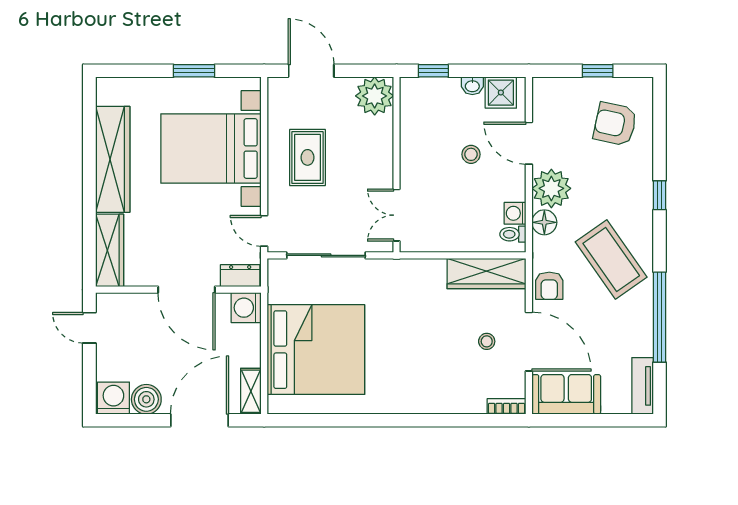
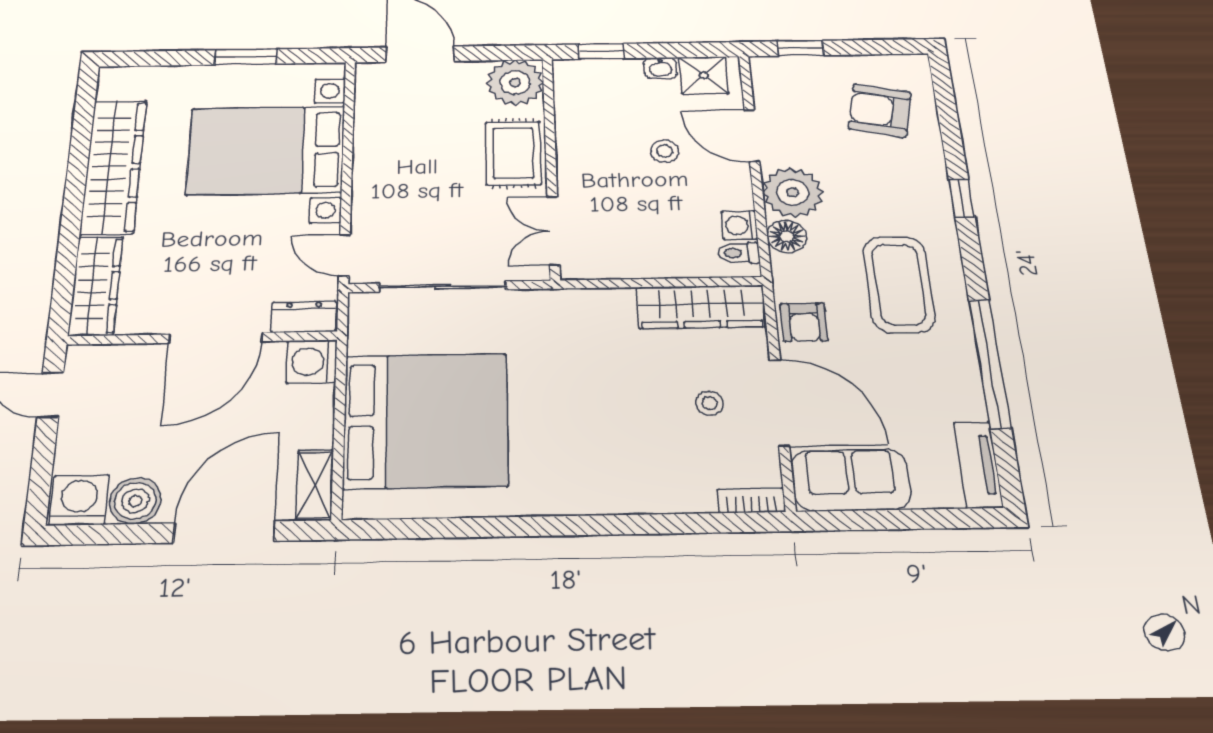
window: (598, 71) -> (800, 48), moved
rug: (308, 157) -> (513, 153), moved
coffee table: (611, 260) -> (899, 284), turned 35
door: (186, 290) -> (215, 338), hinge flipped

